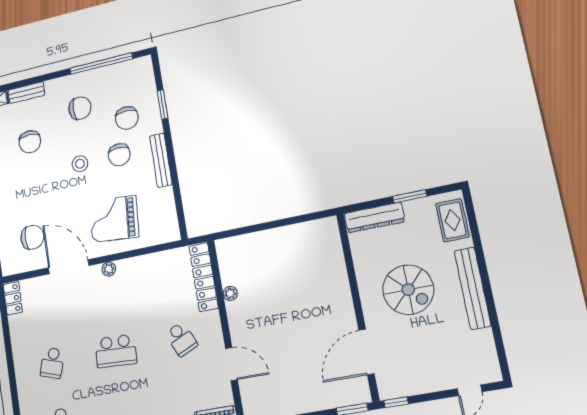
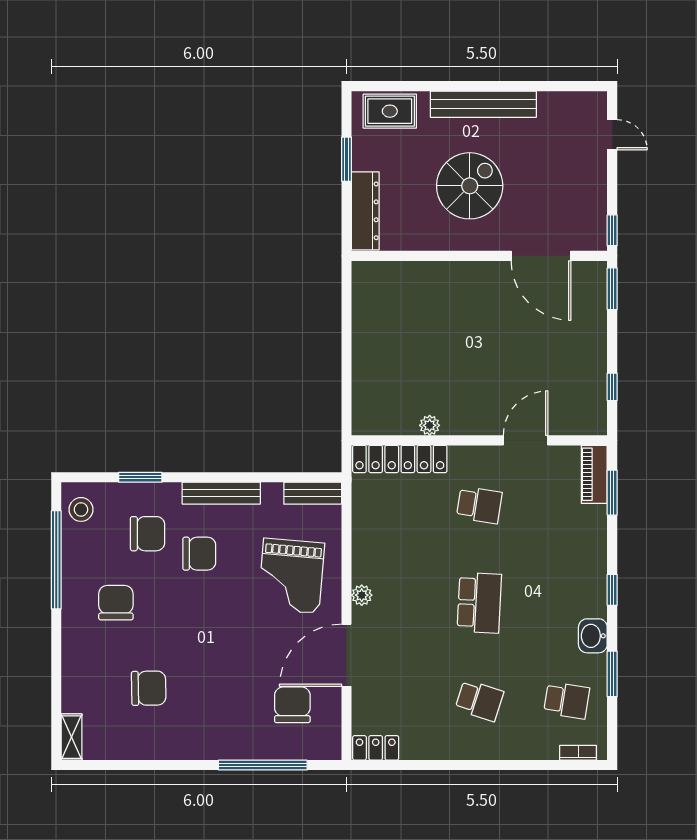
bench: (26, 93) -> (313, 493), moved, turned 90
stool: (80, 164) -> (81, 509), moved
school desk: (181, 339) -> (479, 505), turned 33

